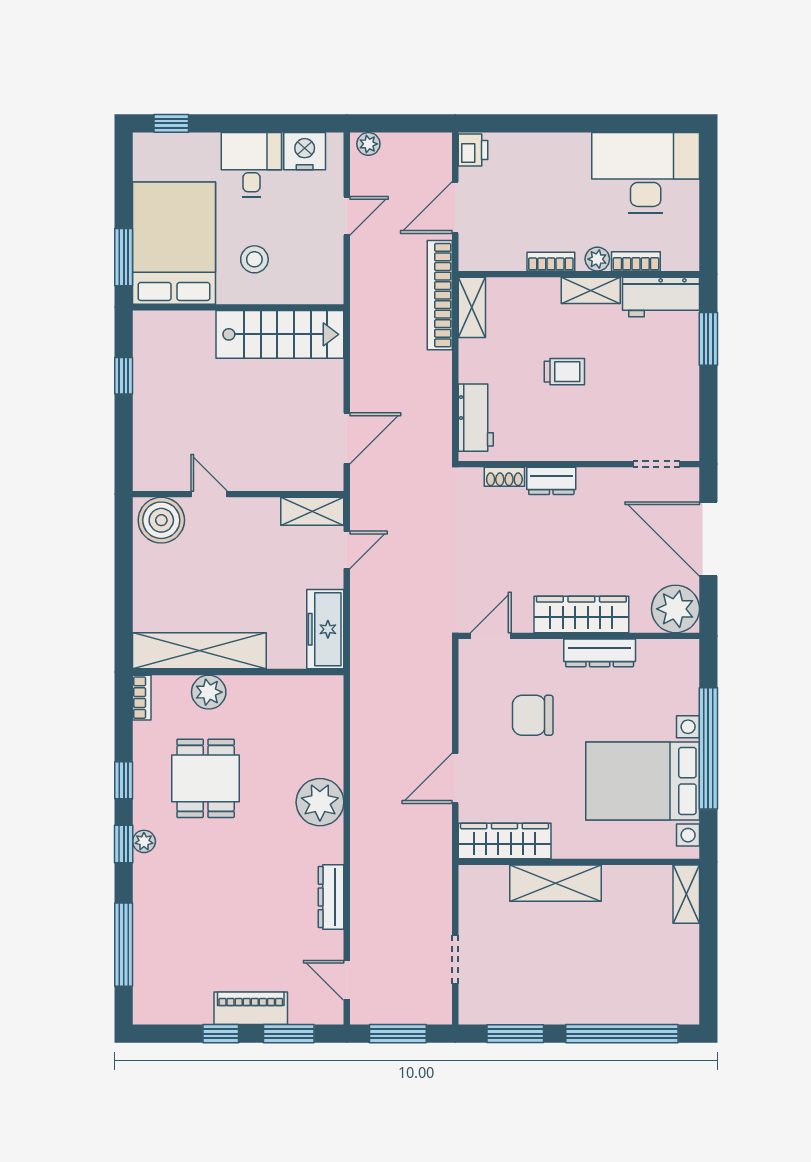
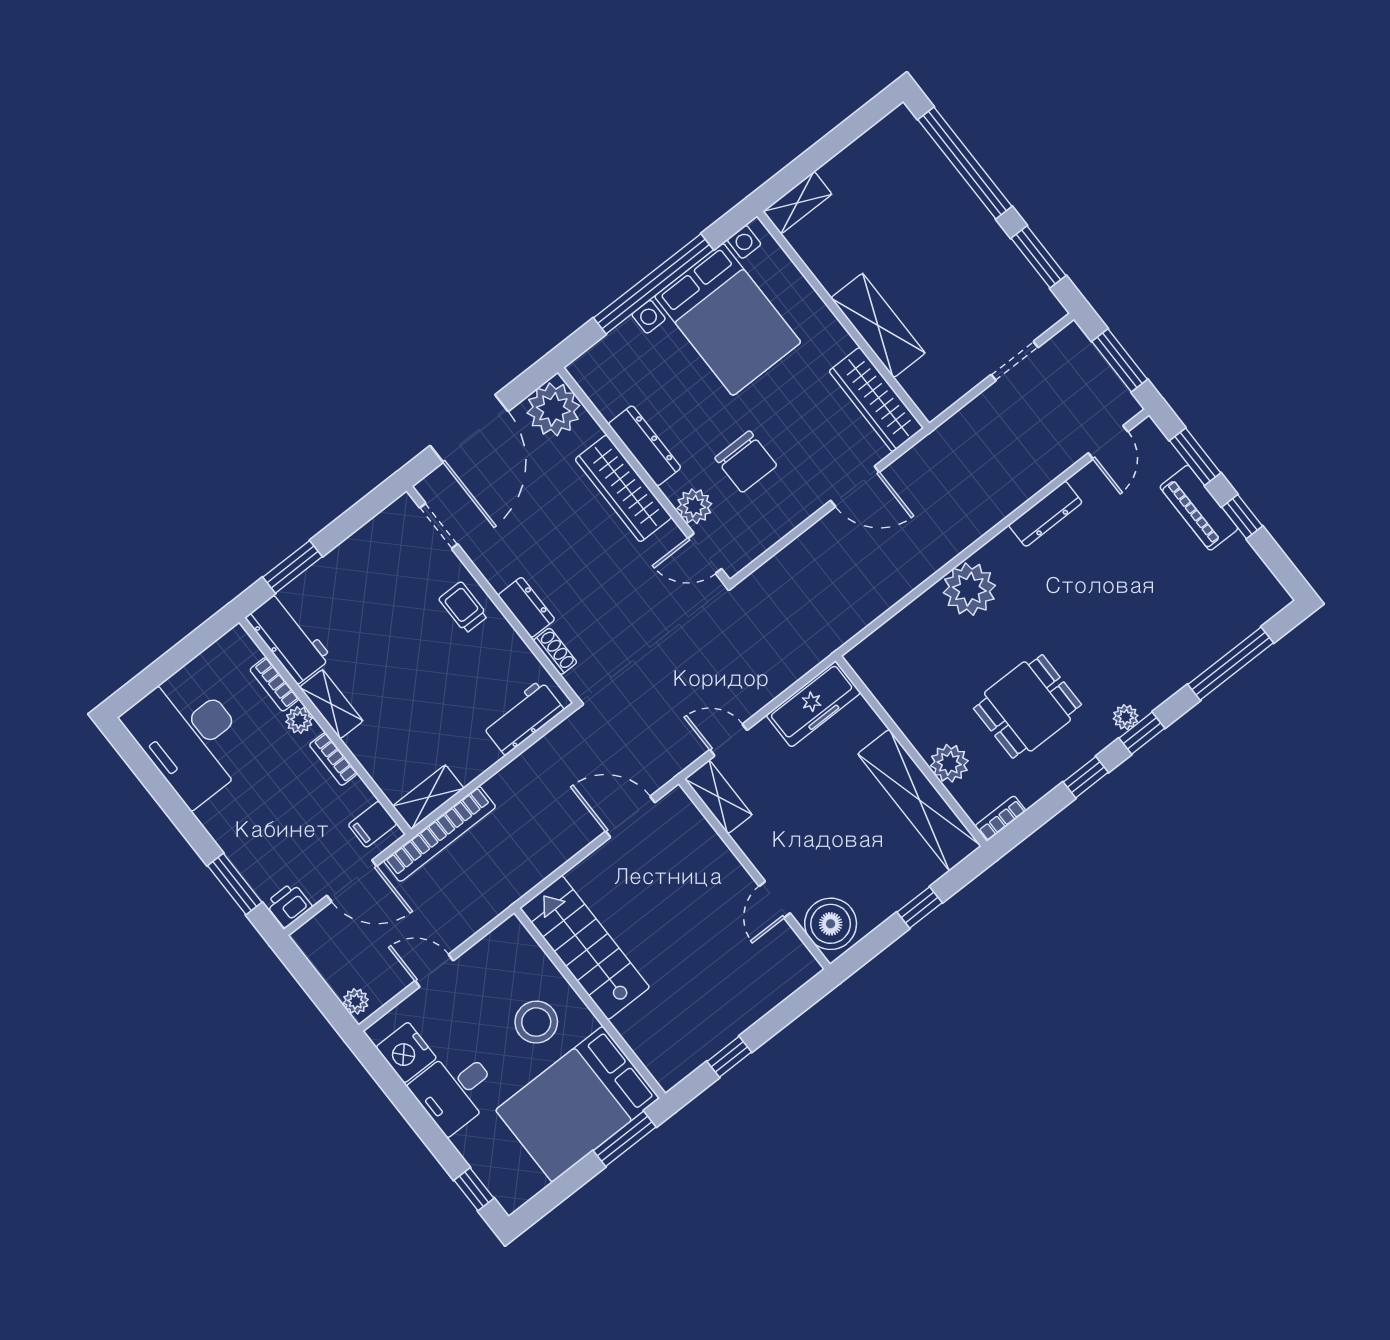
window: (518, 123) -> (235, 884), added
filing cabinet: (484, 253) -> (373, 824), added
stool: (254, 259) -> (536, 1022), width x1.38, depth x1.38
trolley: (564, 372) -> (463, 607), moved
window: (124, 592) -> (920, 907), added
plant: (530, 655) -> (694, 506), added

